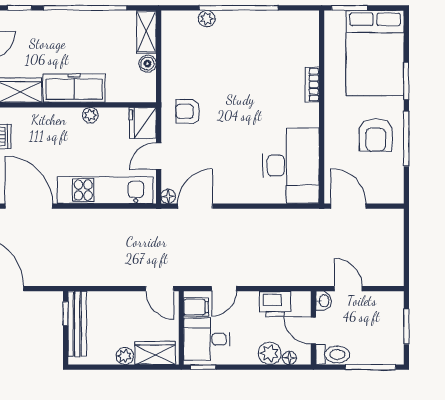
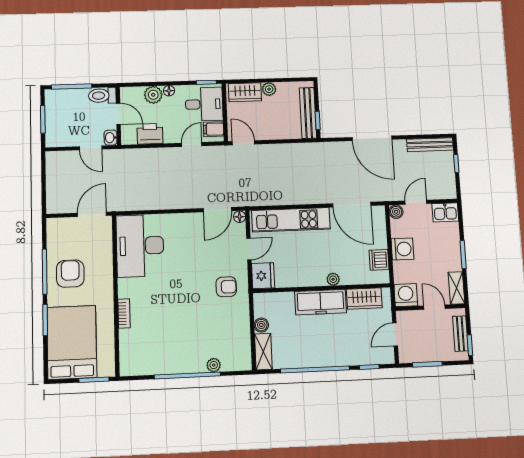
plant: (90, 115) -> (333, 279), moved
door: (348, 206) -> (92, 214), swing flipped
floor lamp: (289, 358) -> (169, 91), moved

